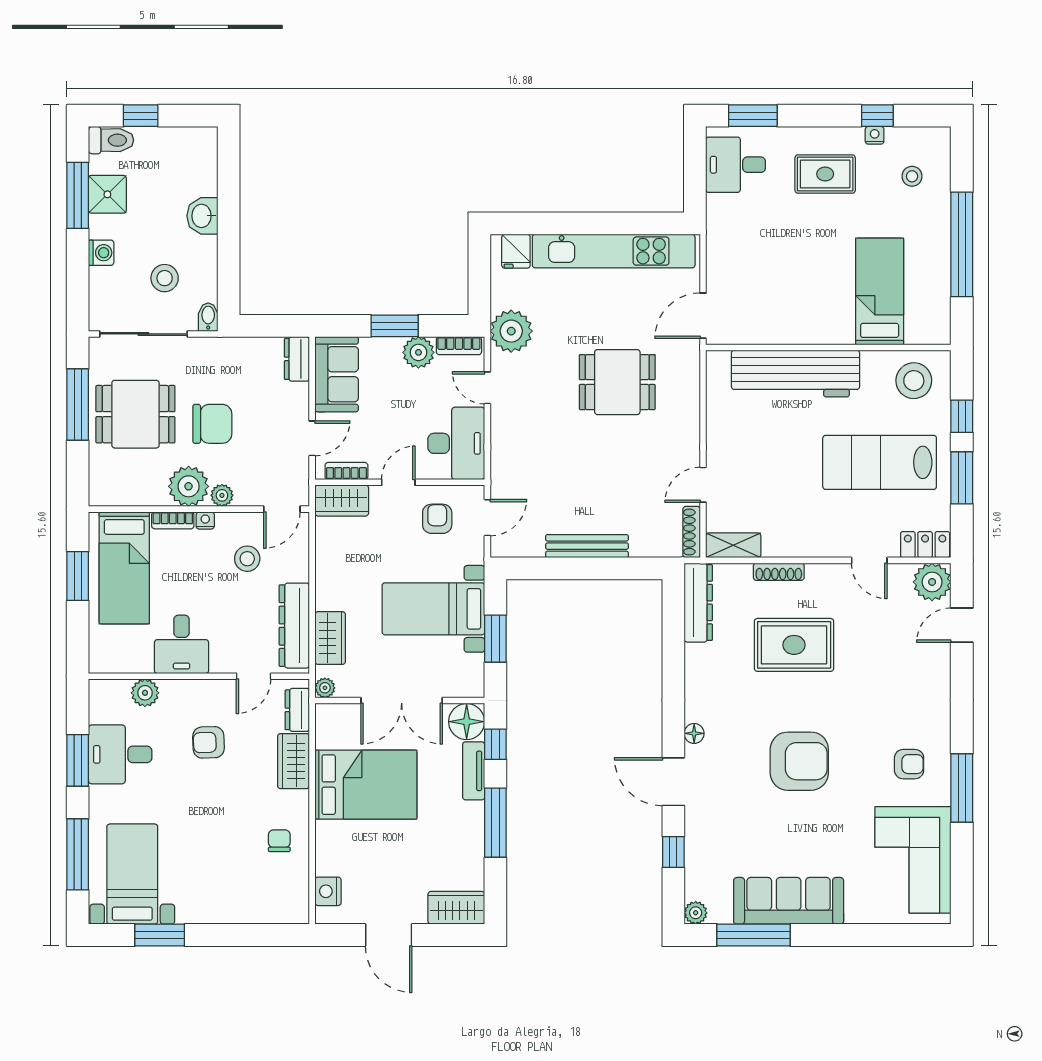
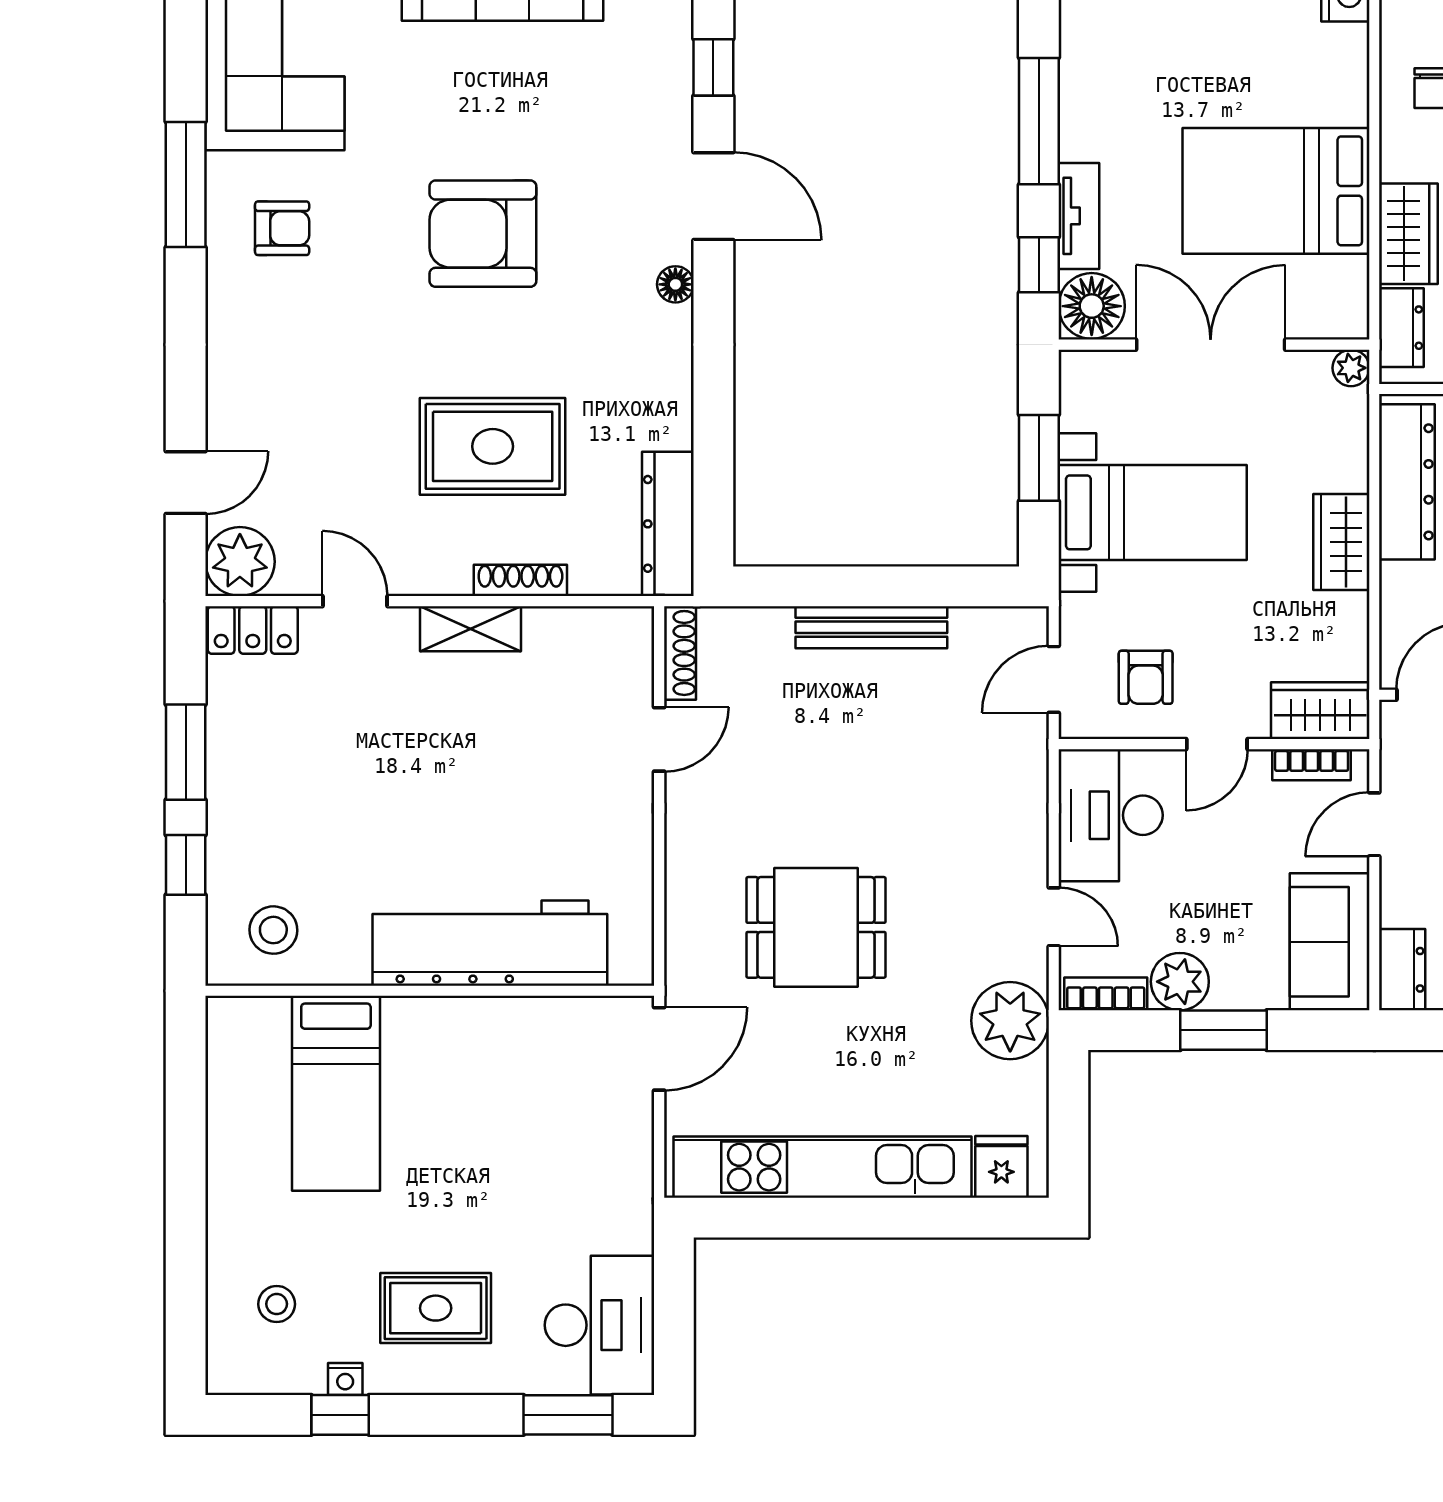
desk: (736, 165) -> (600, 1325), width x1.37
window: (962, 244) -> (186, 1179), removed
stool: (914, 381) -> (273, 930), width x0.73, depth x0.73
lab bench: (880, 462) -> (336, 781), removed
shelving: (733, 545) -> (471, 629), moved
wardrobe: (330, 638) -> (1341, 542), moved
armchair: (909, 764) -> (282, 228), turned 180

